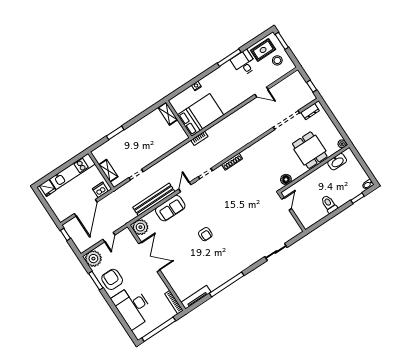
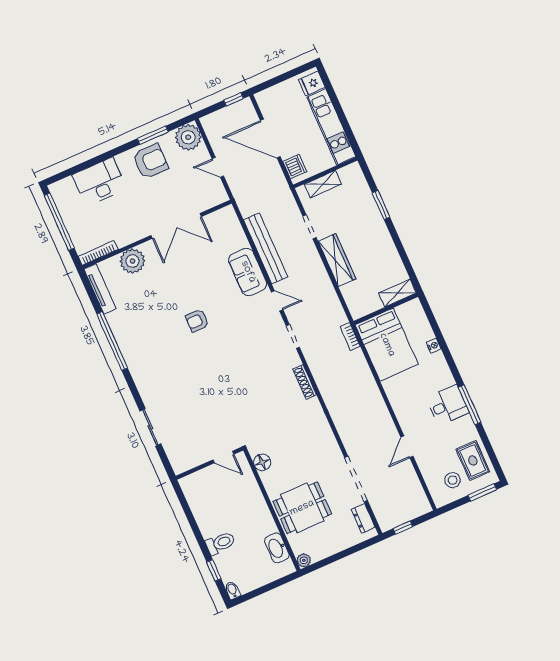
desk: (244, 63) -> (448, 405), moved
wardrobe: (154, 154) -> (337, 260), added
toilet: (329, 204) -> (220, 543), moved
plant: (140, 227) -> (132, 261), moved
desk: (133, 307) -> (99, 182), width x0.73, depth x0.77

